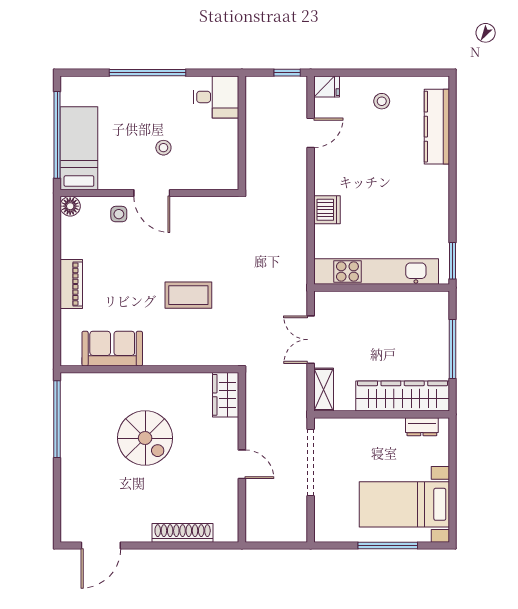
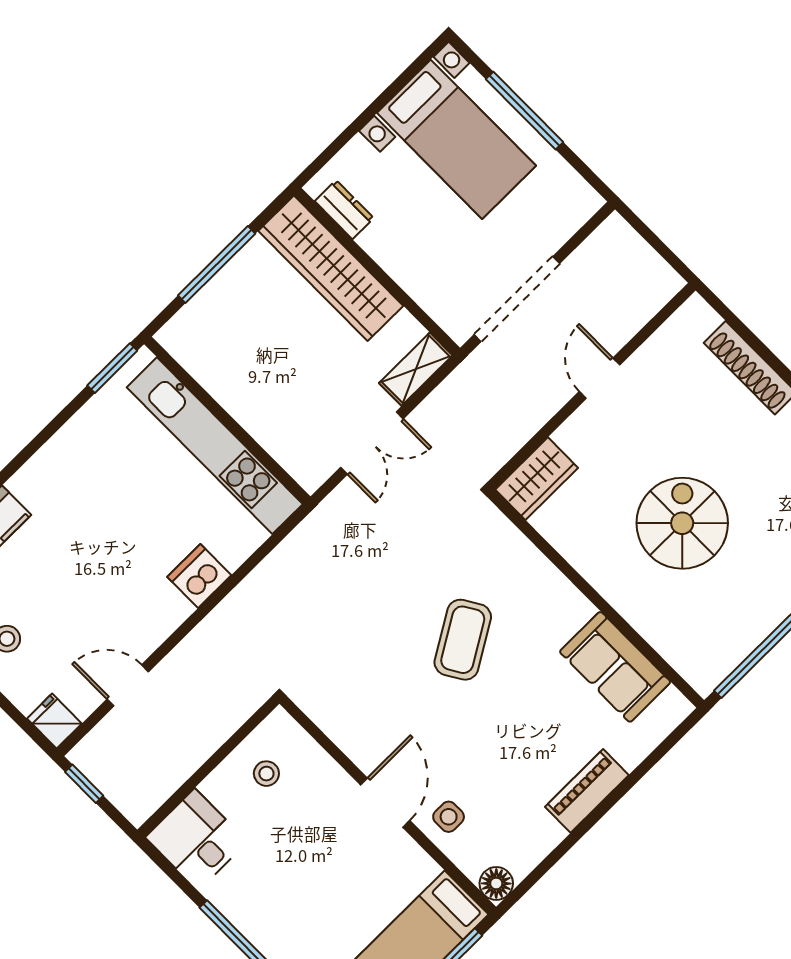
stool: (163, 148) -> (266, 774), moved
coffee table: (188, 295) -> (463, 640), turned 59

